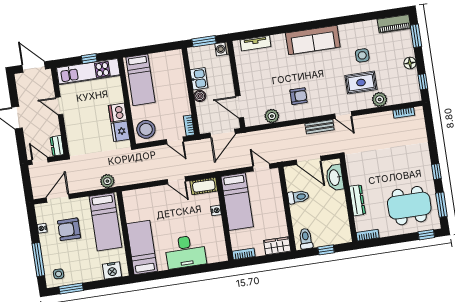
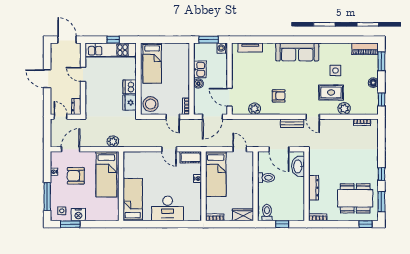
nightstand: (112, 270) -> (78, 215), moved

